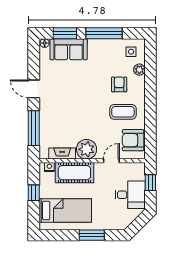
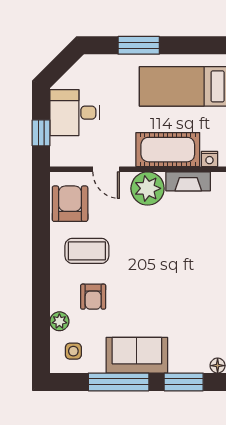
sofa: (69, 49) -> (137, 355), moved
armchair: (133, 140) -> (70, 204), turned -90
door: (111, 161) -> (106, 169), hinge flipped

